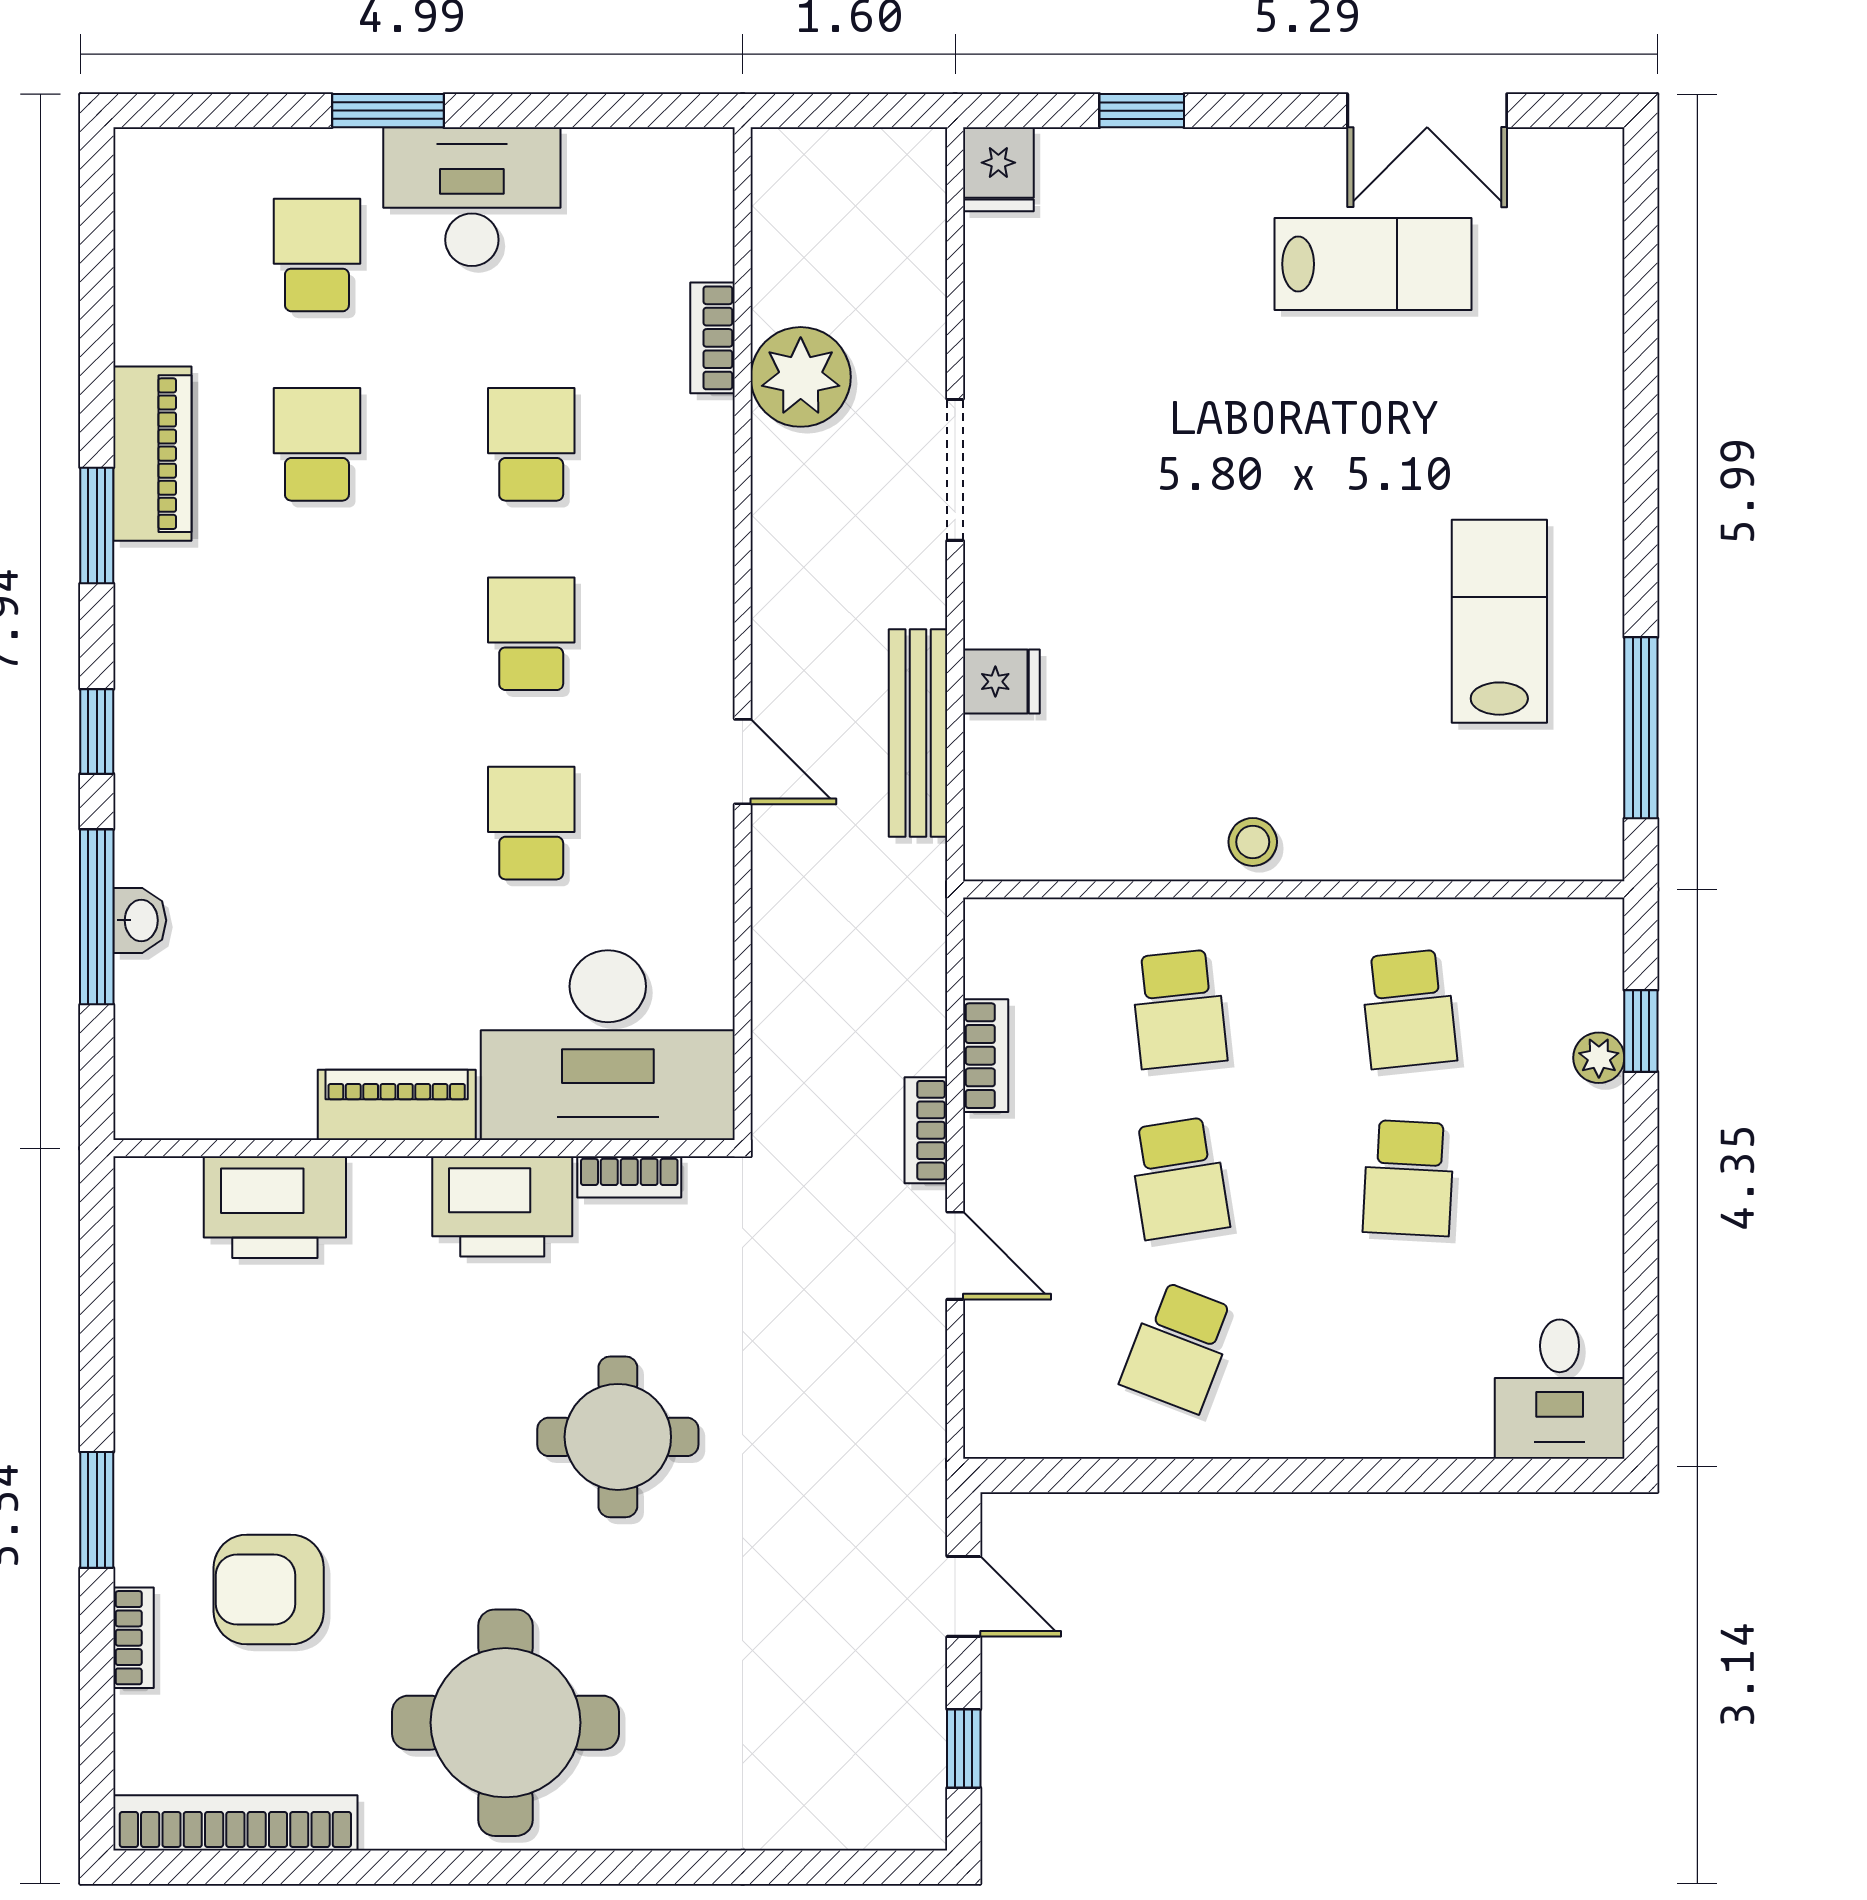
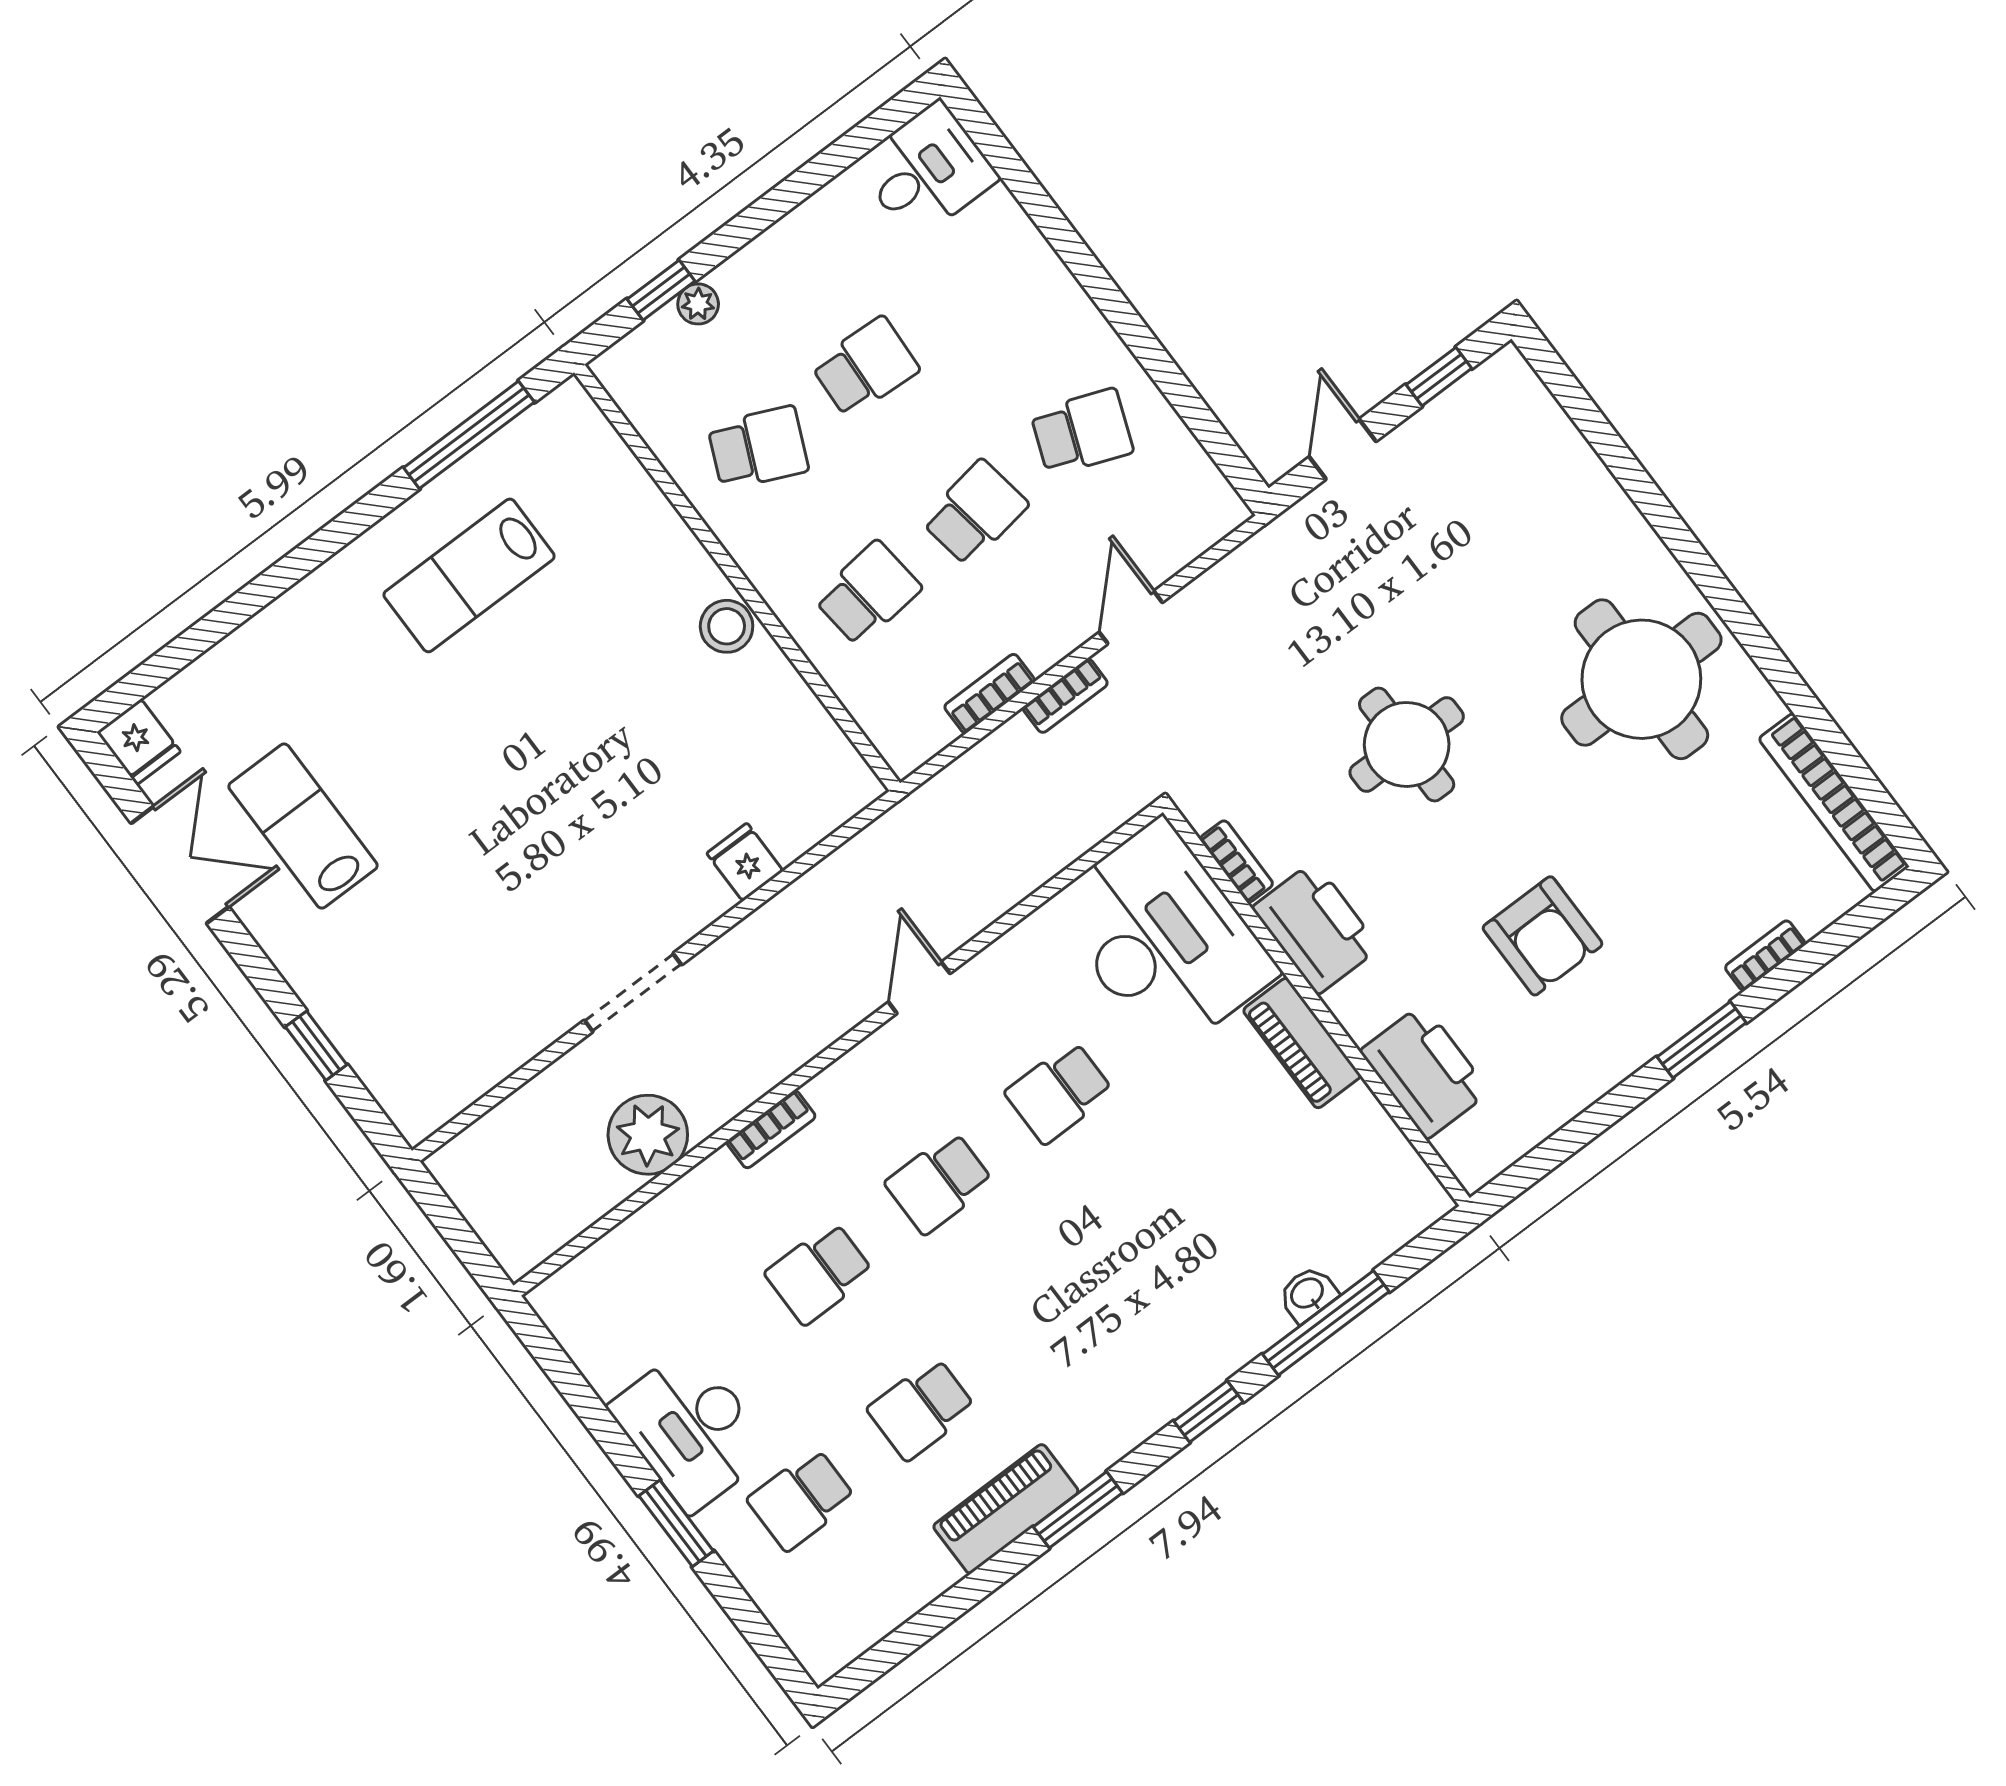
fridge: (998, 169) -> (139, 742), moved, turned 90
bookcase: (713, 338) -> (771, 1129), moved
bench: (918, 733) -> (817, 890), removed
stool: (1253, 842) -> (727, 626), width x1.37, depth x1.37
school desk: (1409, 1009) -> (758, 448), turned 30
armchair: (269, 1589) -> (1543, 936), moved

